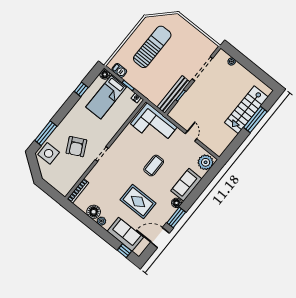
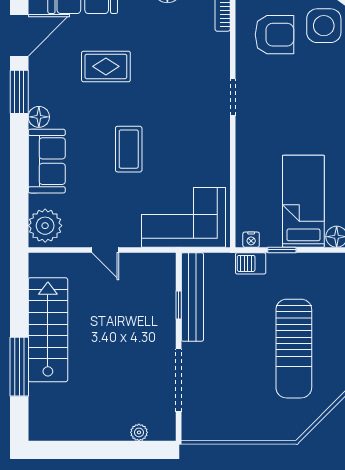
barbecue: (119, 70) -> (251, 263), moved
stairs: (246, 110) -> (48, 330), moved
armchair: (76, 147) -> (274, 35), moved, turned 117
rug: (138, 202) -> (106, 66), width x0.73, depth x0.70

